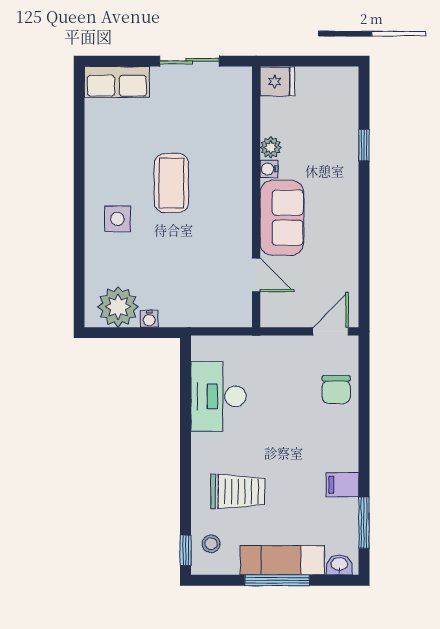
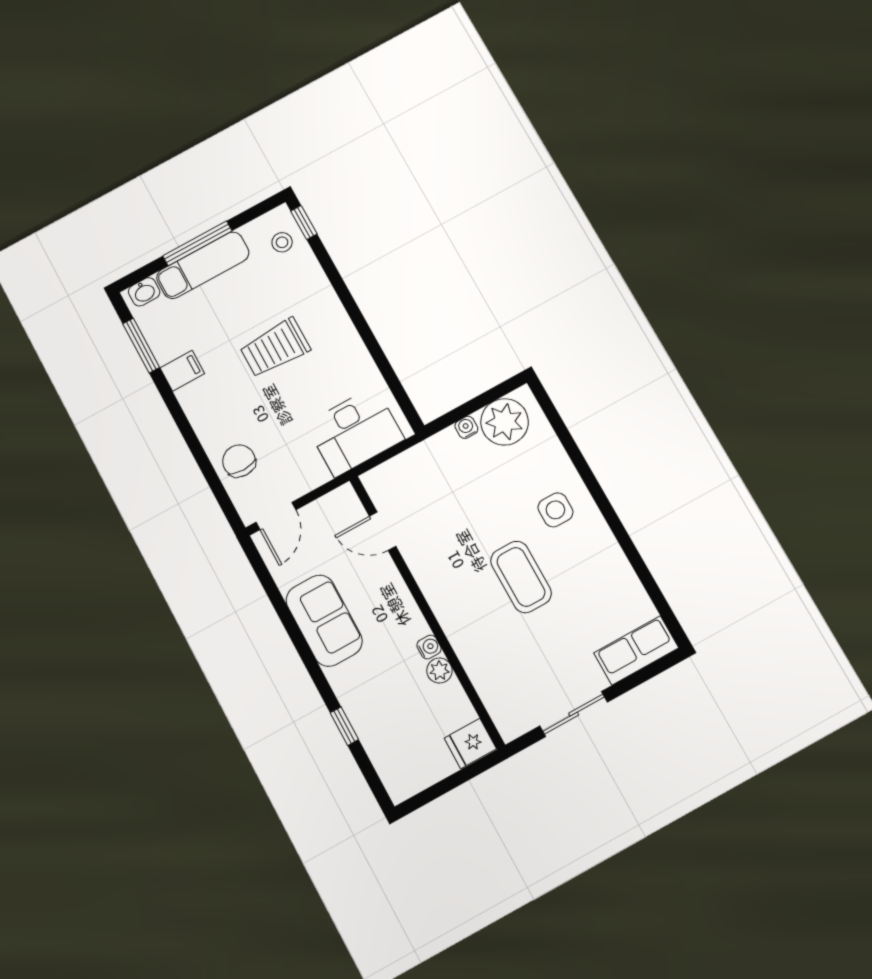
sofa: (282, 218) -> (324, 621), moved, turned 180
desk: (218, 396) -> (355, 432), moved, turned 90
trolley: (238, 491) -> (275, 348), moved

